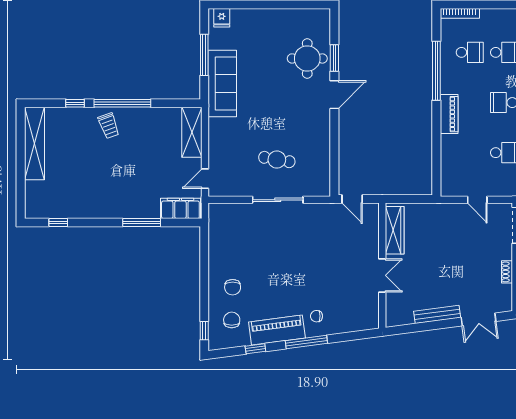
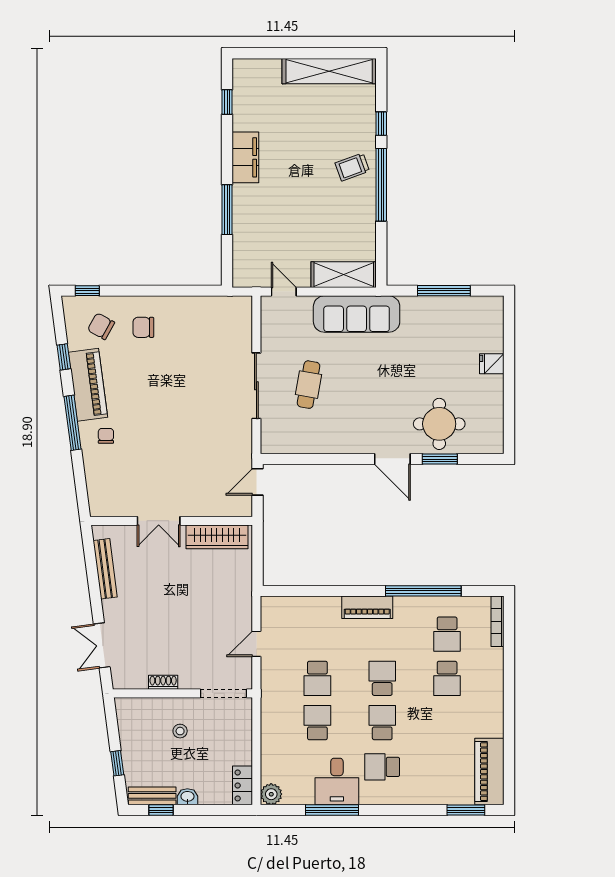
fridge: (222, 18) -> (492, 364), moved
sofa: (222, 83) -> (357, 314), moved
filing cabinet: (180, 208) -> (245, 157), moved
bench: (437, 314) -> (105, 569), moved
chair: (232, 320) -> (101, 326), turned -151

